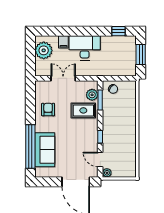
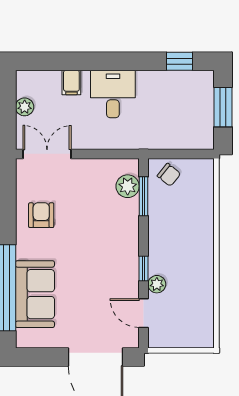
desk: (85, 48) -> (113, 94), width x0.73
plant: (44, 50) -> (25, 107), width x0.53, depth x0.53
double door: (63, 78) -> (47, 154), moved
rug: (83, 110) -> (110, 217), removed
plant: (107, 173) -> (157, 284), moved

